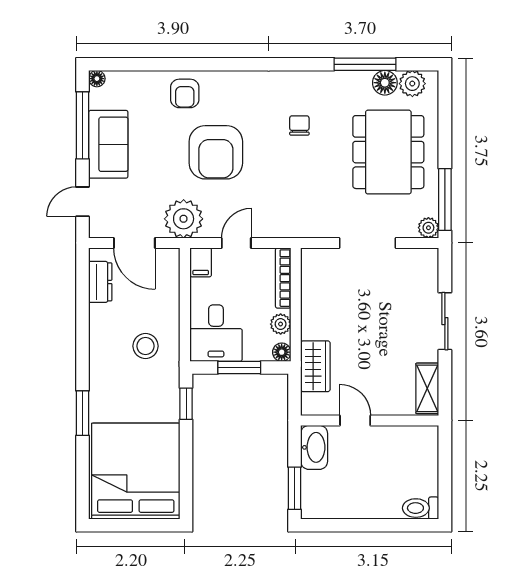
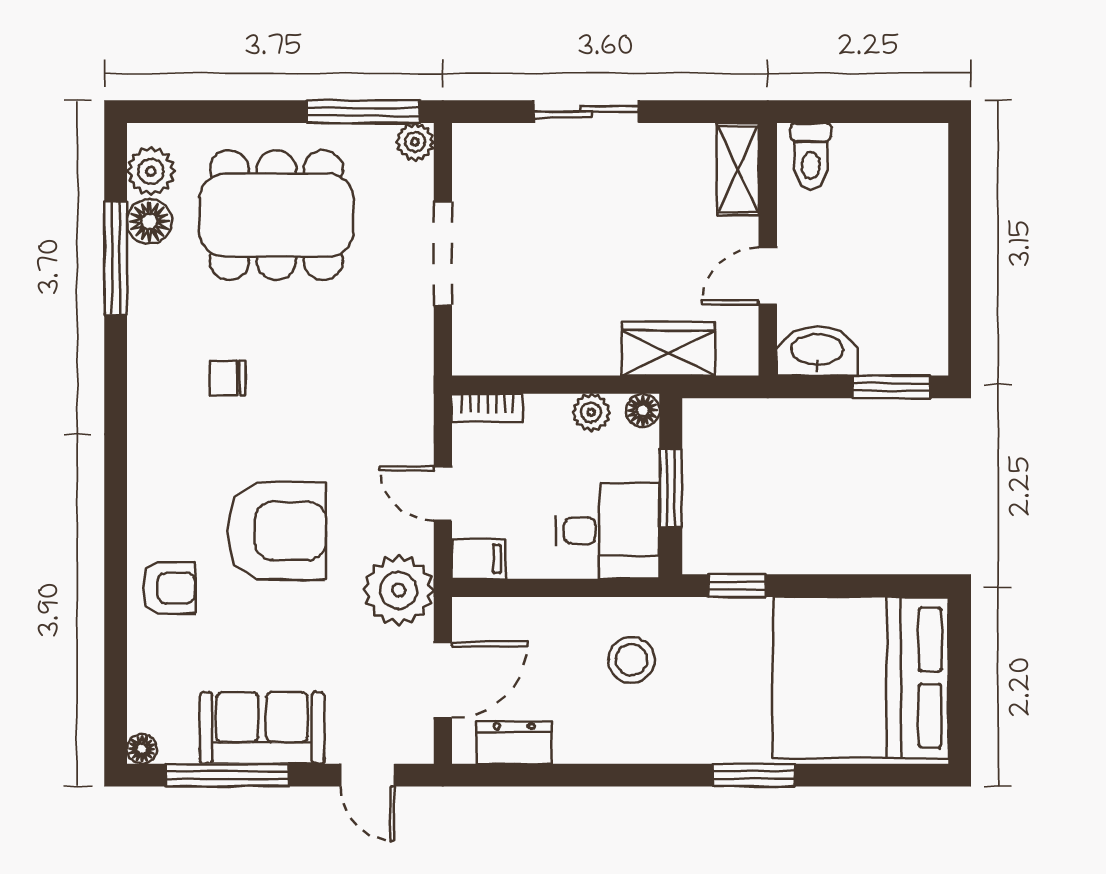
bookcase: (283, 278) -> (487, 408), width x0.64
shelving: (427, 388) -> (738, 169), moved, turned 90
toilet: (421, 508) -> (811, 156), moved

